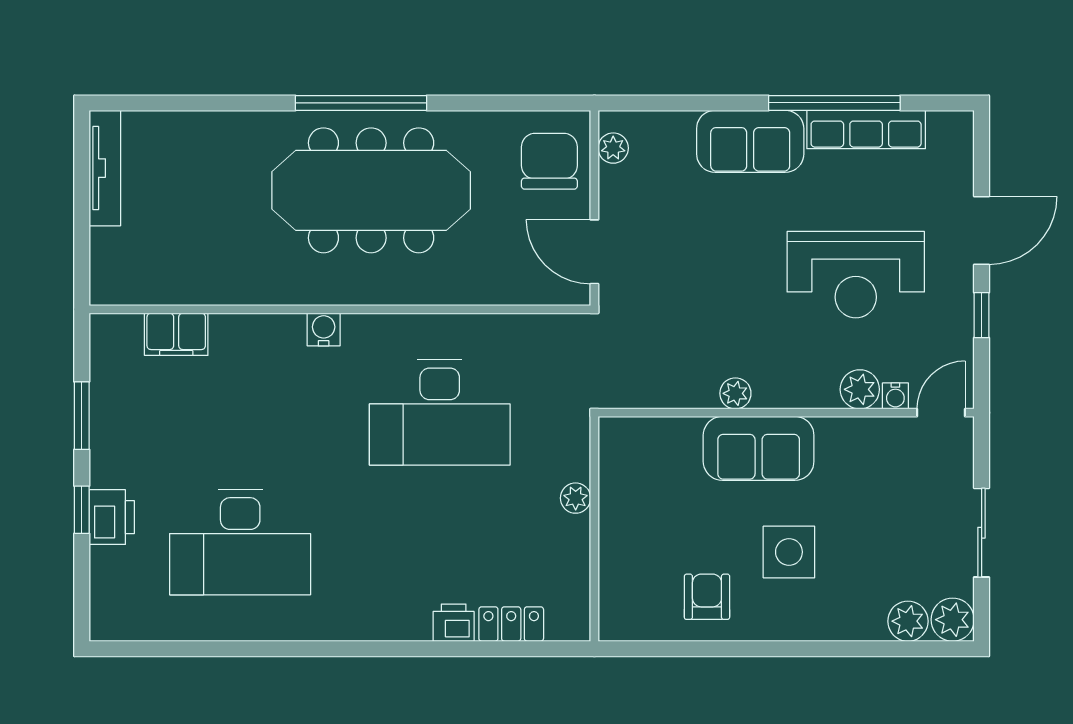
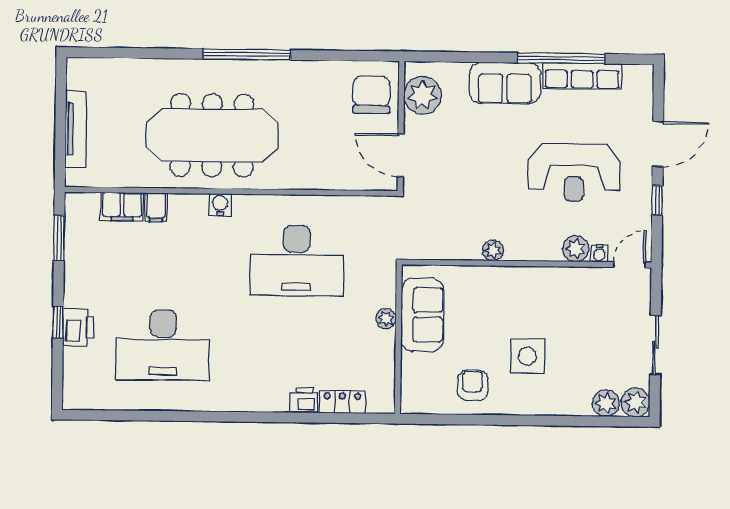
plant: (613, 148) -> (423, 95), width x1.88, depth x1.88
tv unit: (105, 168) -> (76, 129), moved
meeting table: (371, 190) -> (212, 135), moved
filing cabinet: (227, 335) -> (156, 207), added
window: (82, 416) -> (59, 238), moved
sofa: (759, 448) -> (422, 315), moved, turned -90

